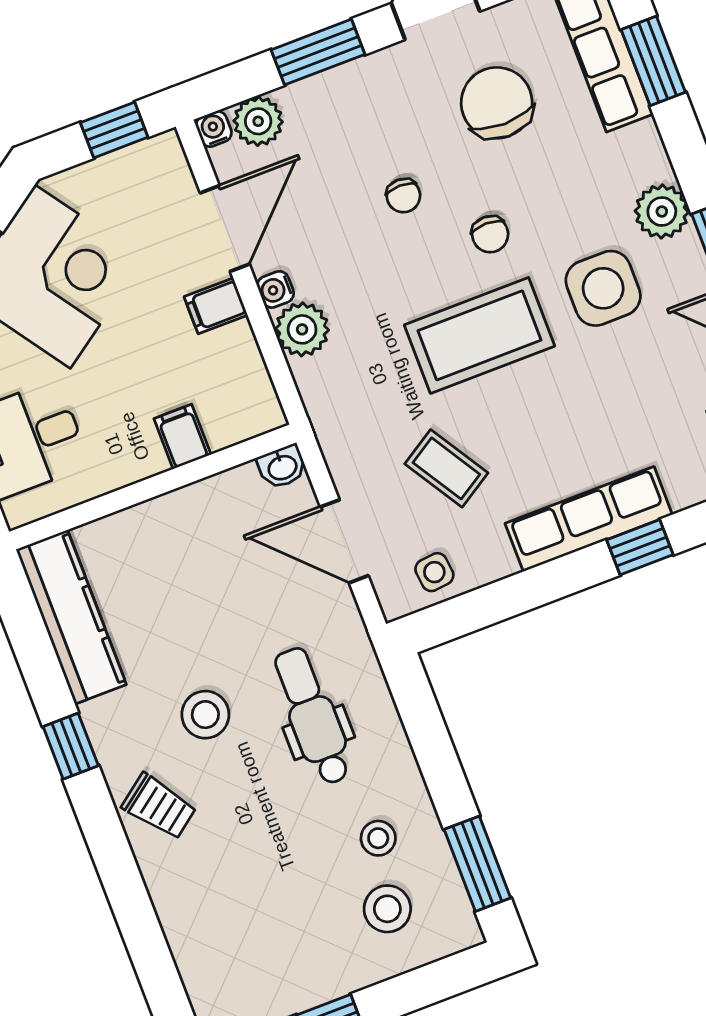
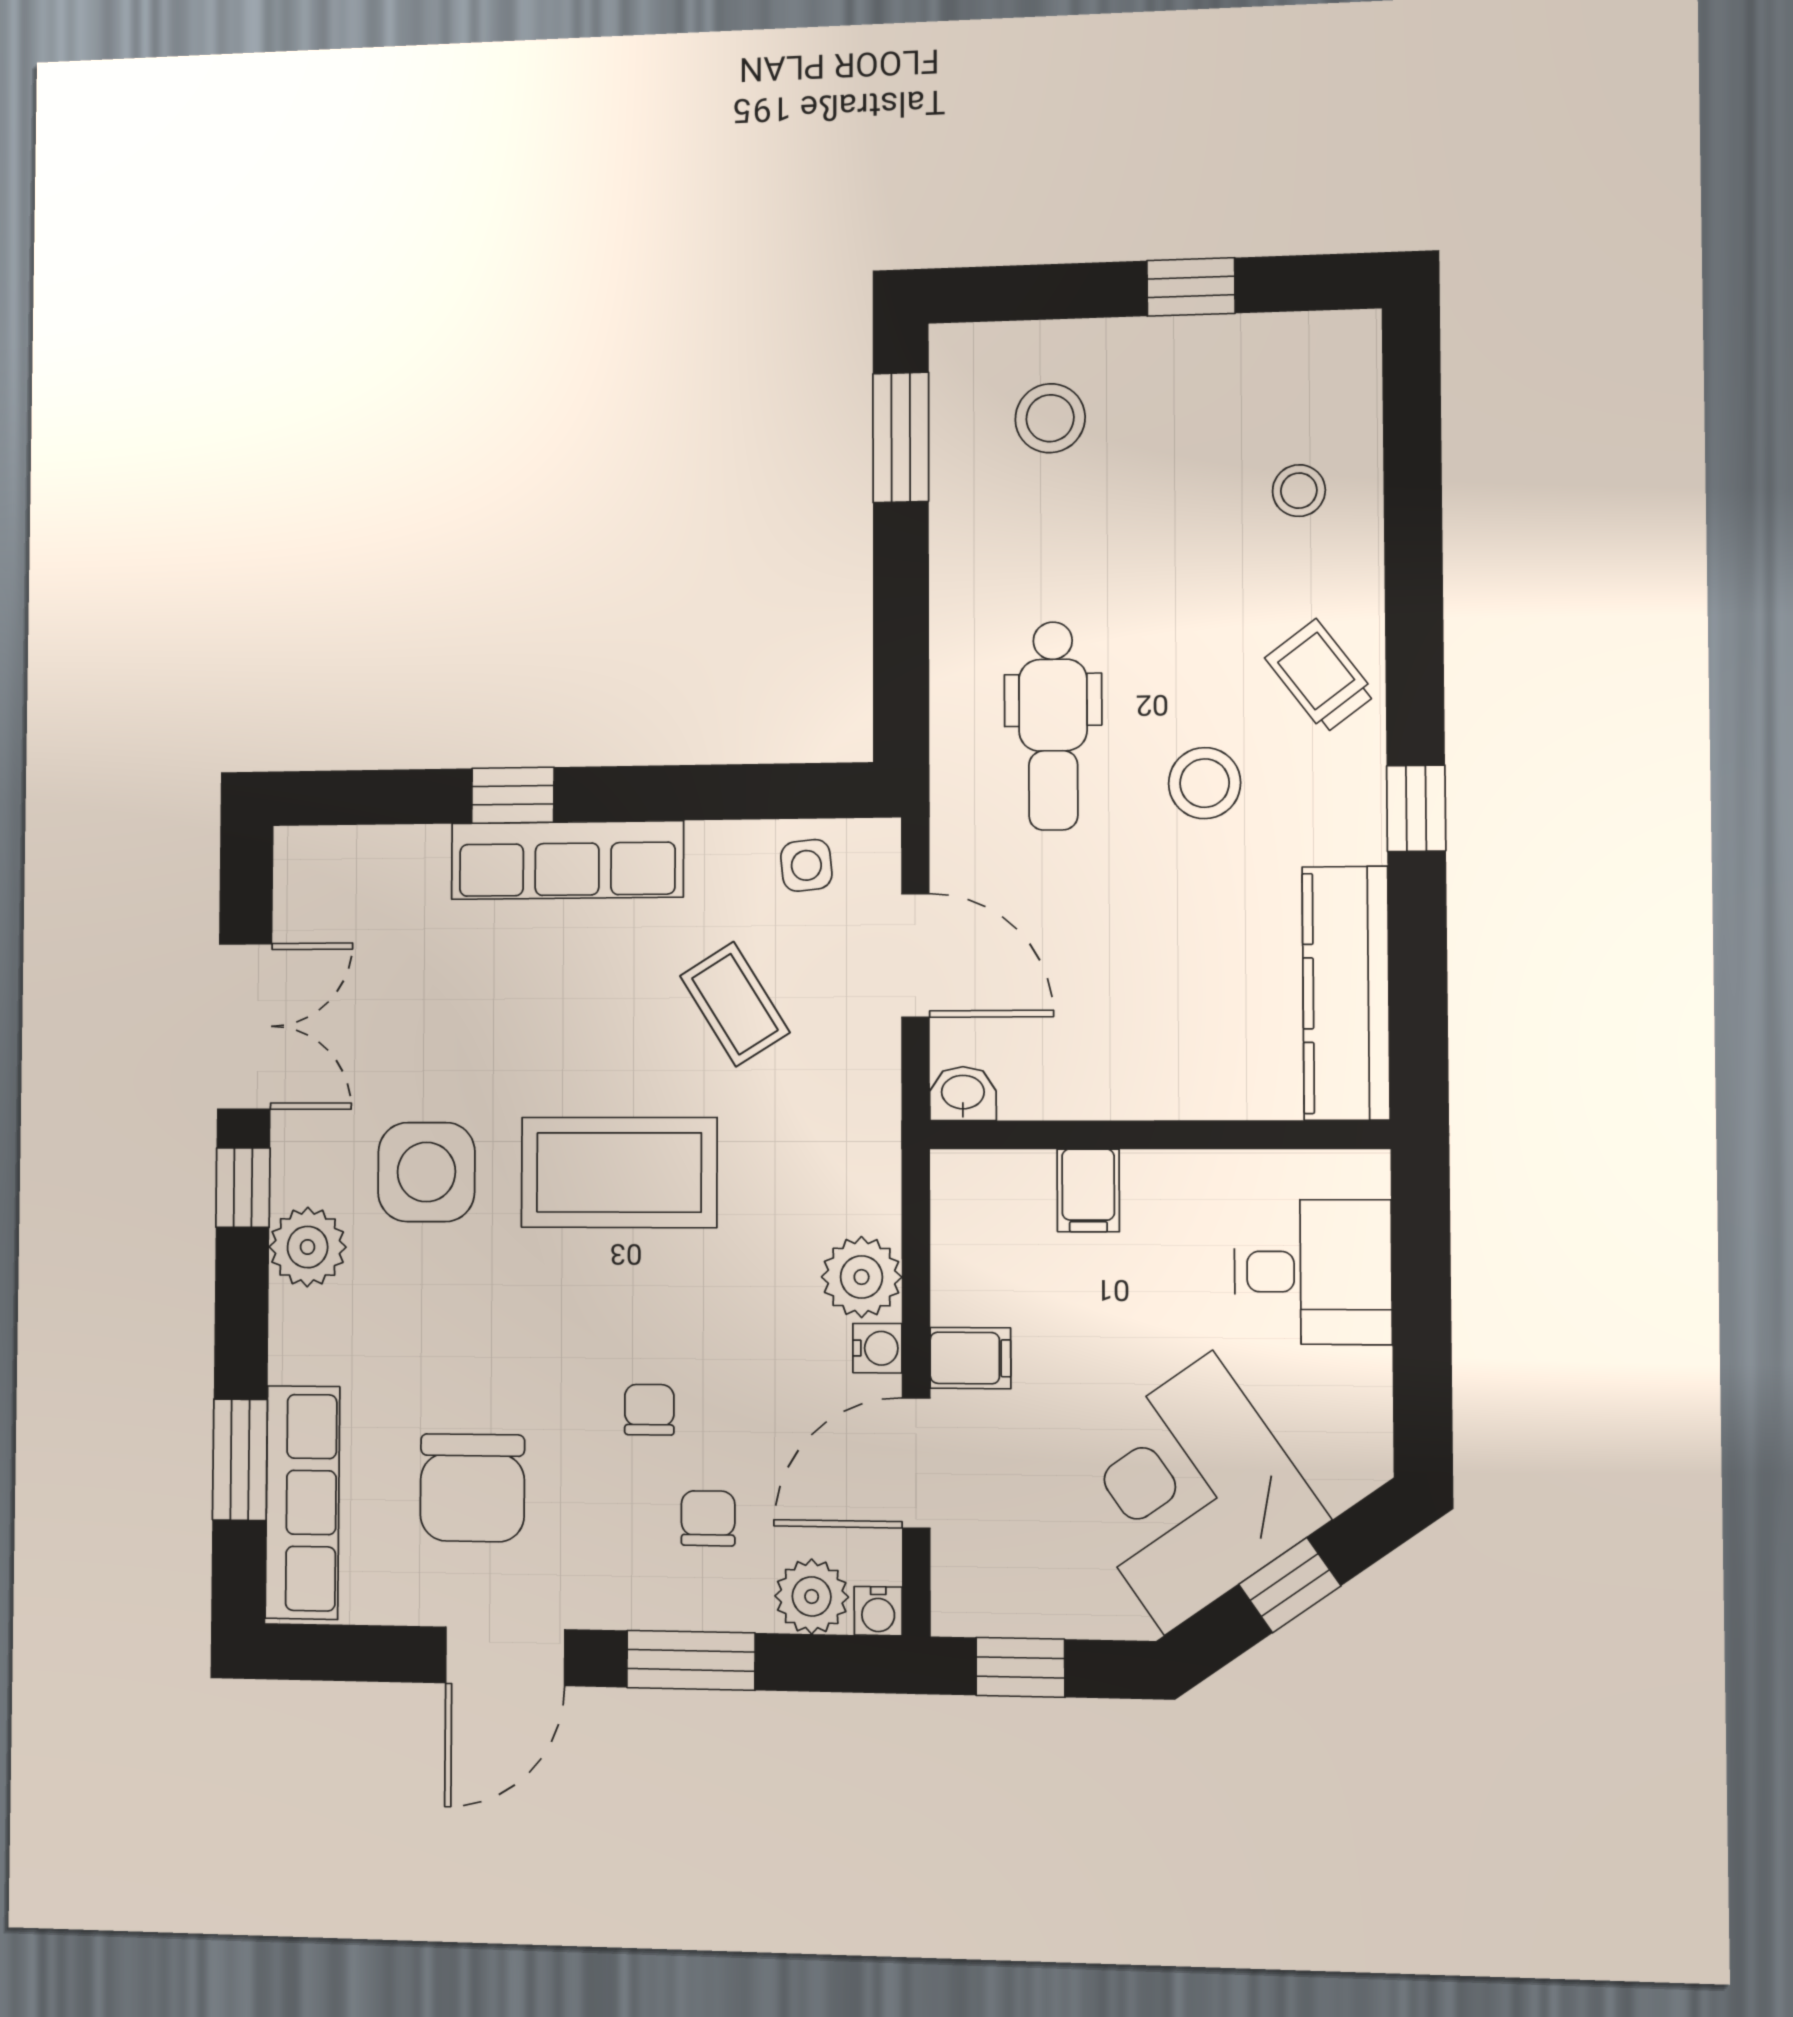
chair: (490, 234) -> (708, 1518), moved
stool: (378, 838) -> (1299, 491), moved

